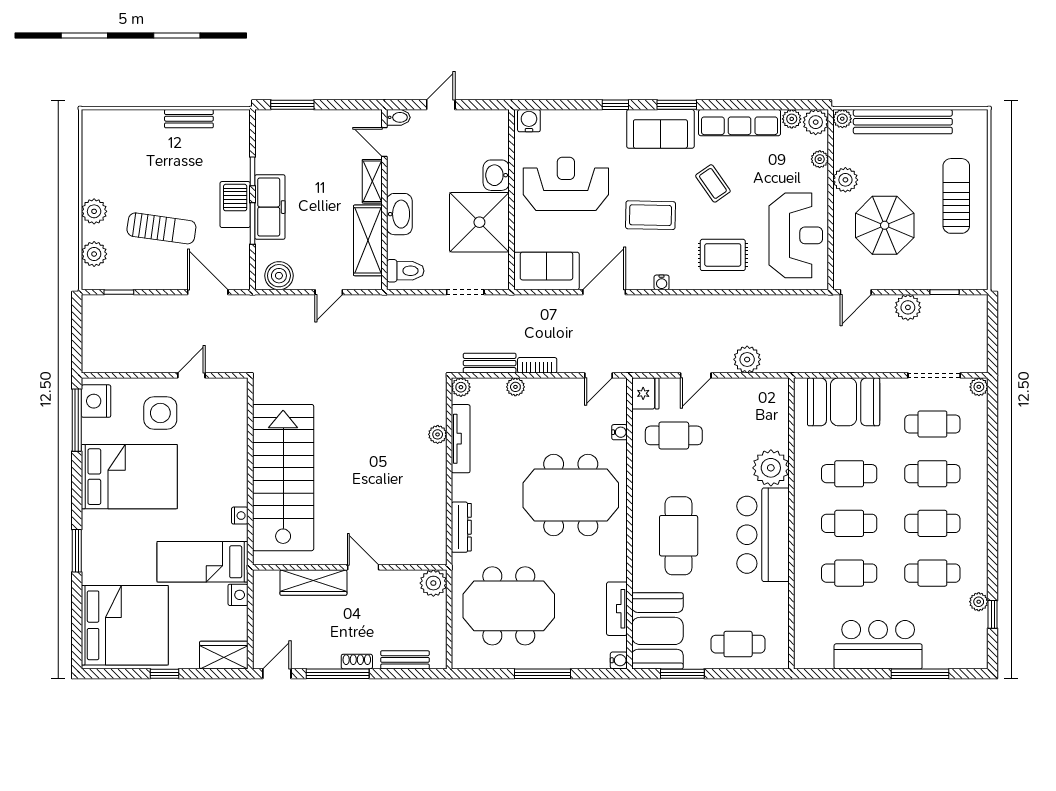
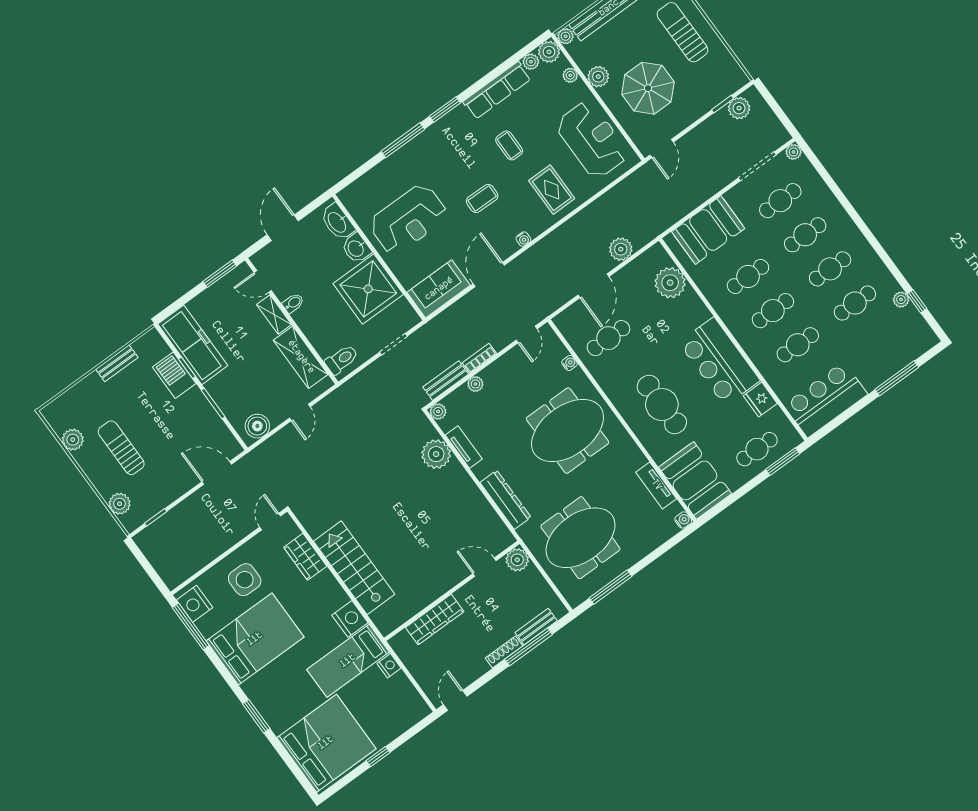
window: (292, 105) -> (220, 274), moved
door: (441, 105) -> (283, 228), width x1.38
window: (615, 105) -> (403, 140), width x2.17
bidet: (398, 117) -> (293, 303), moved
water cooler: (529, 121) -> (351, 194), removed
sofa: (660, 129) -> (446, 134), removed
coffee table: (713, 183) -> (509, 145), turned 35
reception desk: (566, 184) -> (408, 219), turned 180
barbecue: (235, 205) -> (174, 375), moved
freezer: (270, 207) -> (193, 345), moved, width x1.36, depth x1.26
plant: (94, 211) -> (73, 440), moved
washbasin: (399, 214) -> (337, 222), moved, turned 180
coffee table: (650, 215) -> (482, 198), width x0.73, depth x0.77
sun lounger: (161, 228) -> (121, 448), moved, turned -98
rug: (723, 255) -> (552, 190), turned 90
plant: (908, 307) -> (739, 108), moved
door: (191, 375) -> (270, 522), moved
door: (696, 375) -> (593, 286), width x1.38
fridge: (645, 393) -> (760, 400), moved, turned 180
plant: (438, 434) -> (436, 454), width x1.87, depth x1.87
tv unit: (461, 439) -> (464, 447), width x0.71
plant: (771, 468) -> (670, 283), moved
stairs: (283, 478) -> (354, 568), width x0.73, depth x0.66
nightstand: (240, 516) -> (350, 619), width x1.89, depth x1.79
dresser: (461, 527) -> (505, 500), width x1.37, depth x1.24
door: (363, 567) -> (485, 567), moved
bar counter: (878, 645) -> (826, 400), moved
wardrobe: (224, 655) -> (305, 557), moved, turned -90
shoe rack: (357, 662) -> (504, 652), width x1.43
window: (338, 674) -> (529, 647), moved
window: (543, 674) -> (611, 587), moved
window: (682, 674) -> (783, 462), moved

